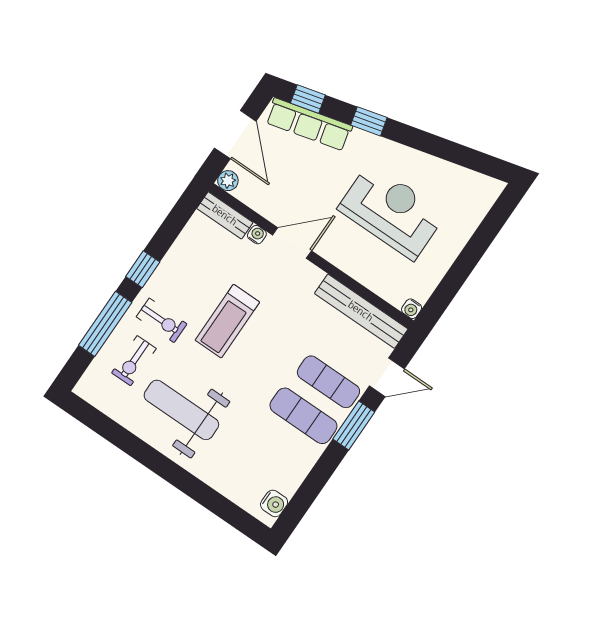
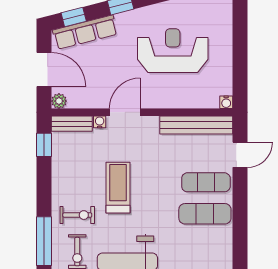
window: (143, 269) -> (44, 145), moved
treadmill: (227, 321) -> (118, 188), turned 180
window: (354, 425) -> (240, 198), removed

